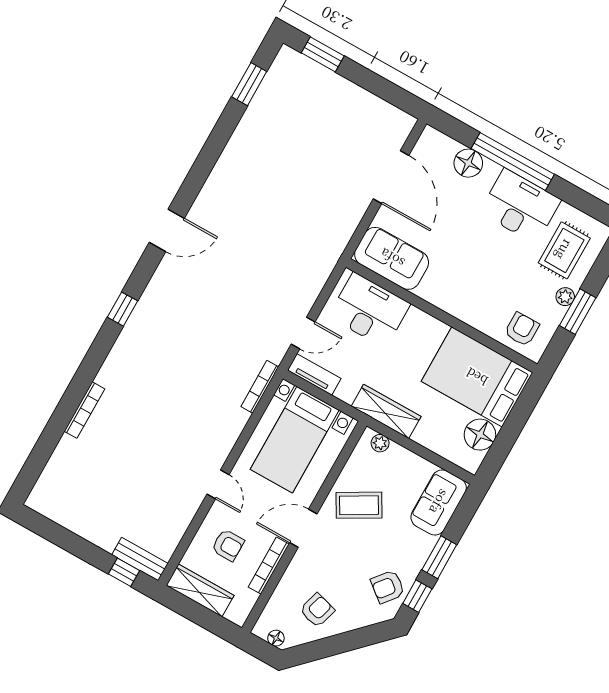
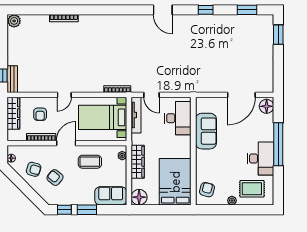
floor lamp: (468, 163) -> (267, 106), moved
sofa: (392, 258) -> (206, 131), moved
window: (122, 309) -> (206, 10), moved
window: (578, 312) -> (228, 210), removed
armchair: (522, 329) -> (207, 190), turned -75
tv unit: (314, 374) -> (136, 115), width x1.41
wardrobe: (386, 411) -> (138, 162), moved
floor lamp: (480, 435) -> (139, 197), moved
plant: (41, 499) -> (14, 21), added
coffee table: (359, 505) -> (90, 162), turned -60
door: (303, 528) -> (66, 143), hinge flipped
armchair: (388, 587) -> (55, 178), moved

